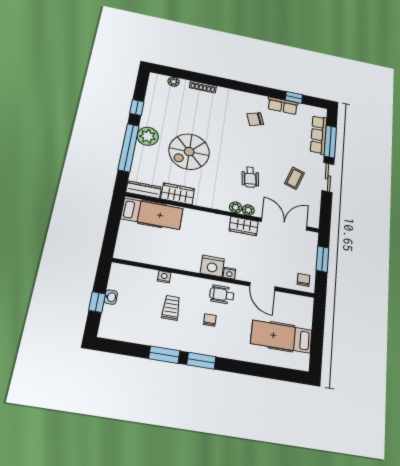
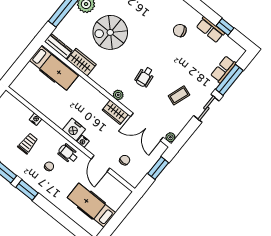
row of seats: (319, 135) -> (223, 69), width x0.68
plant: (248, 210) -> (170, 137), moved
double door: (284, 224) -> (147, 127), swing flipped
chair: (303, 280) -> (125, 160), moved

